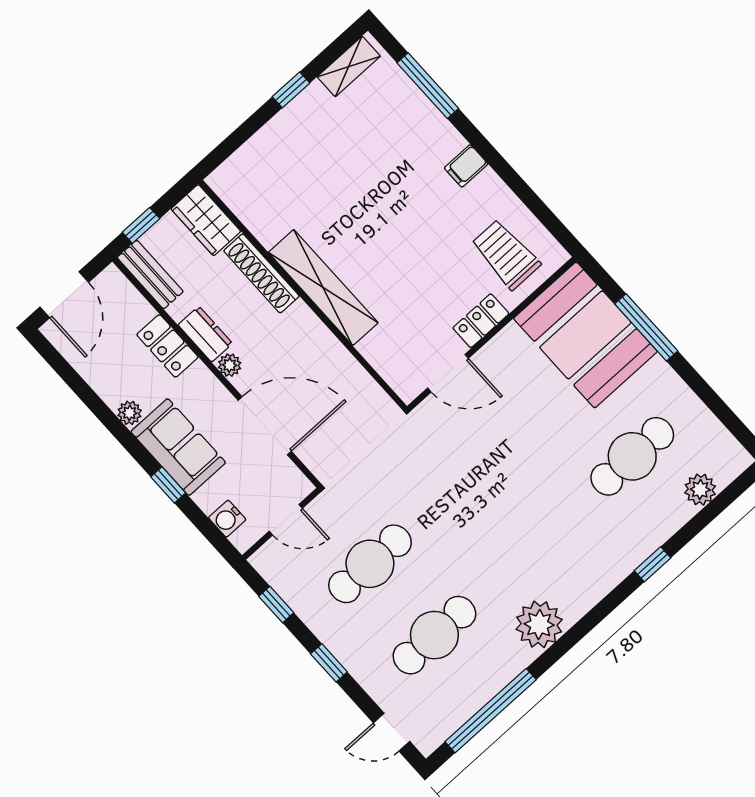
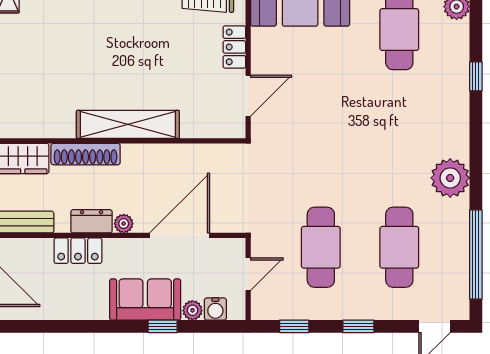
plant: (130, 413) -> (192, 310), moved

